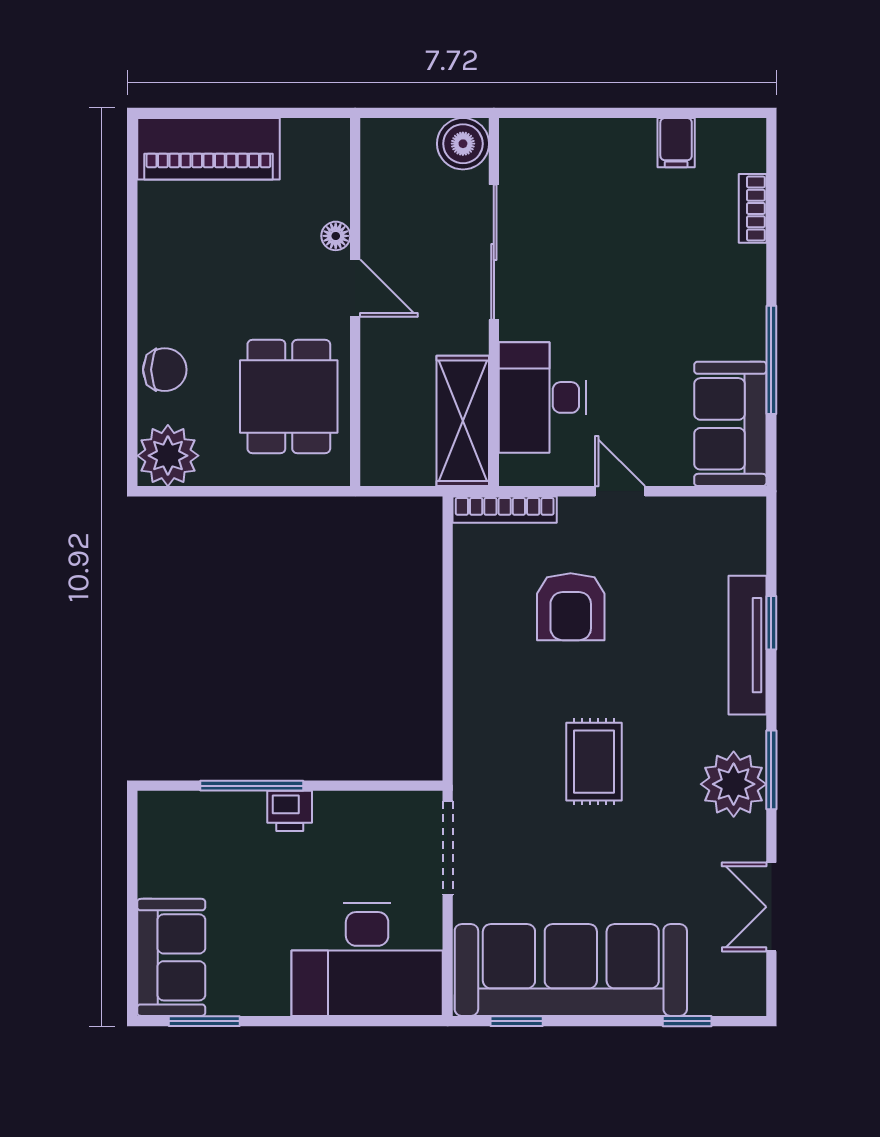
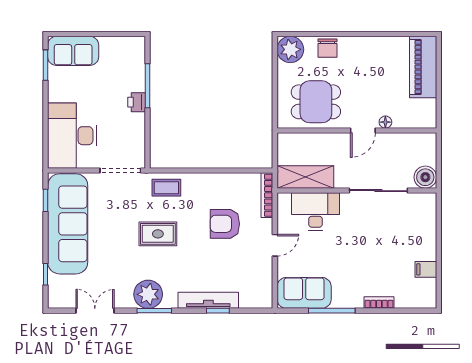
bookcase: (753, 208) -> (379, 303), moved
coffee table: (487, 742) -> (166, 188), added

